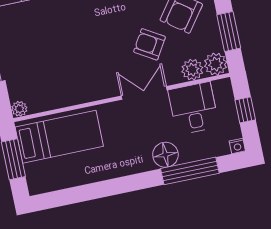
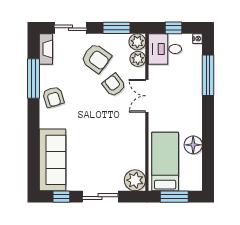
armchair: (149, 44) -> (114, 85), turned 111
desk: (193, 108) -> (165, 49), moved
plant: (19, 109) -> (135, 180), width x1.88, depth x1.88
floor lamp: (165, 155) -> (193, 145), moved

